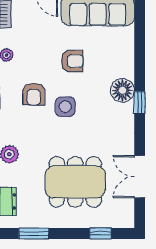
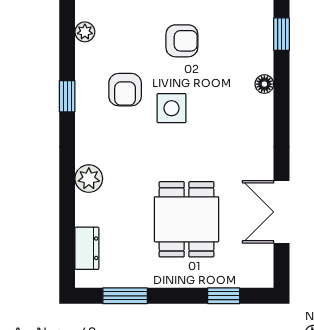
floor lamp: (122, 90) -> (264, 84), width x0.53, depth x0.53
window: (140, 103) -> (282, 34), moved
dining table: (75, 182) -> (186, 219), width x0.73

